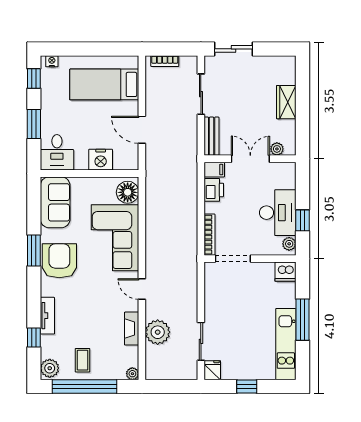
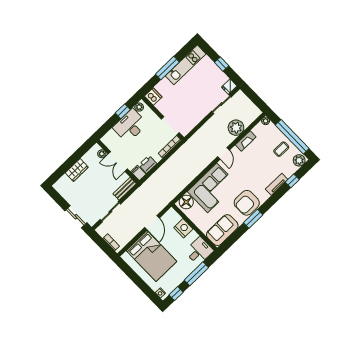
bed: (104, 84) -> (152, 256), width x1.50
window: (34, 124) -> (196, 274), width x1.44

